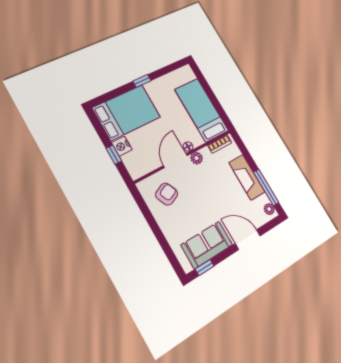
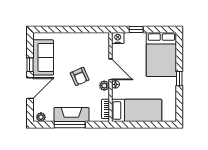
nightstand: (122, 146) -> (118, 38), moved
window: (266, 187) -> (70, 125), moved
armchair: (167, 194) -> (80, 76), moved
window: (205, 268) -> (30, 65), moved

